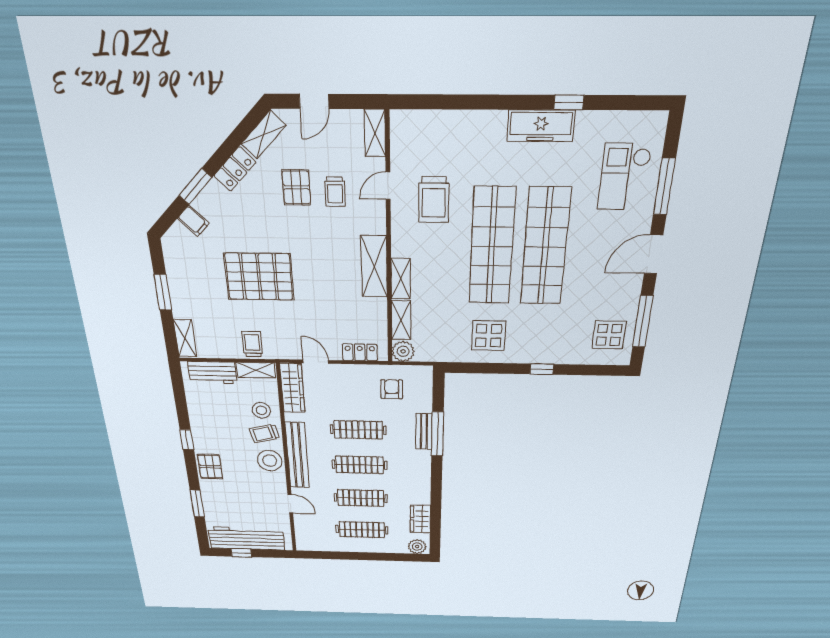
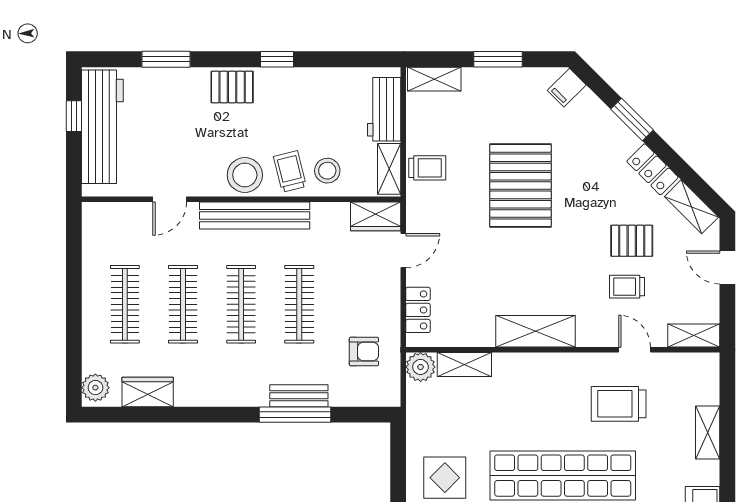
filing cabinet: (193, 221) -> (567, 88), moved
shelving: (401, 279) -> (708, 432), moved, turned 90
wardrobe: (292, 388) -> (376, 216), width x0.67

